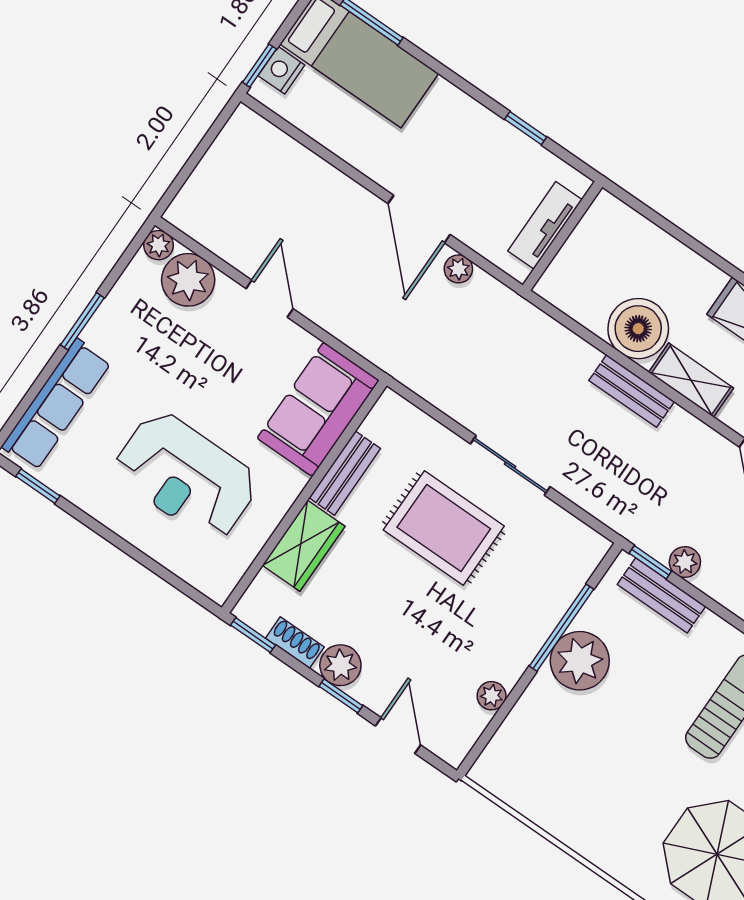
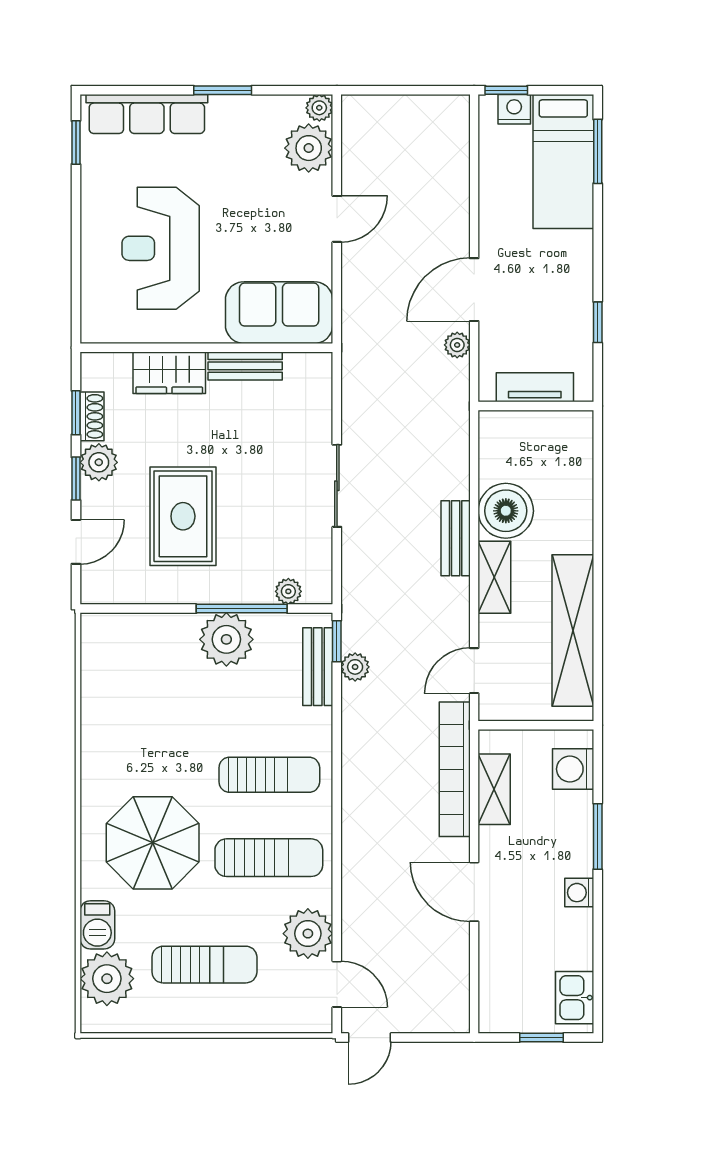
rug: (444, 528) -> (183, 516), moved
window: (253, 635) -> (76, 413), moved
plant: (492, 696) -> (288, 591), moved

